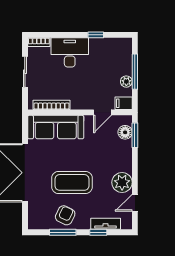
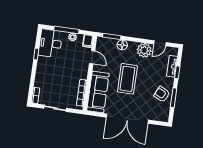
desk: (70, 52) -> (50, 43), moved
floor lamp: (125, 132) -> (122, 45), moved
coffee table: (72, 182) -> (127, 79), moved
door: (135, 203) -> (160, 43), hinge flipped

